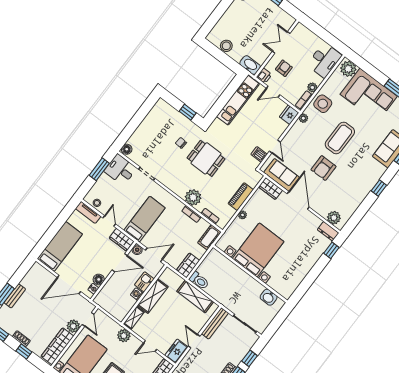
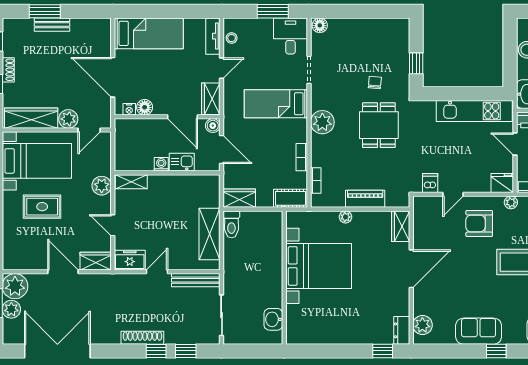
armchair: (323, 168) -> (479, 223), moved
sofa: (282, 175) -> (479, 331), moved, turned -90
plant: (193, 197) -> (322, 122), moved
bed: (144, 219) -> (276, 104), moved, turned 180
shelving: (153, 296) -> (173, 184), removed

